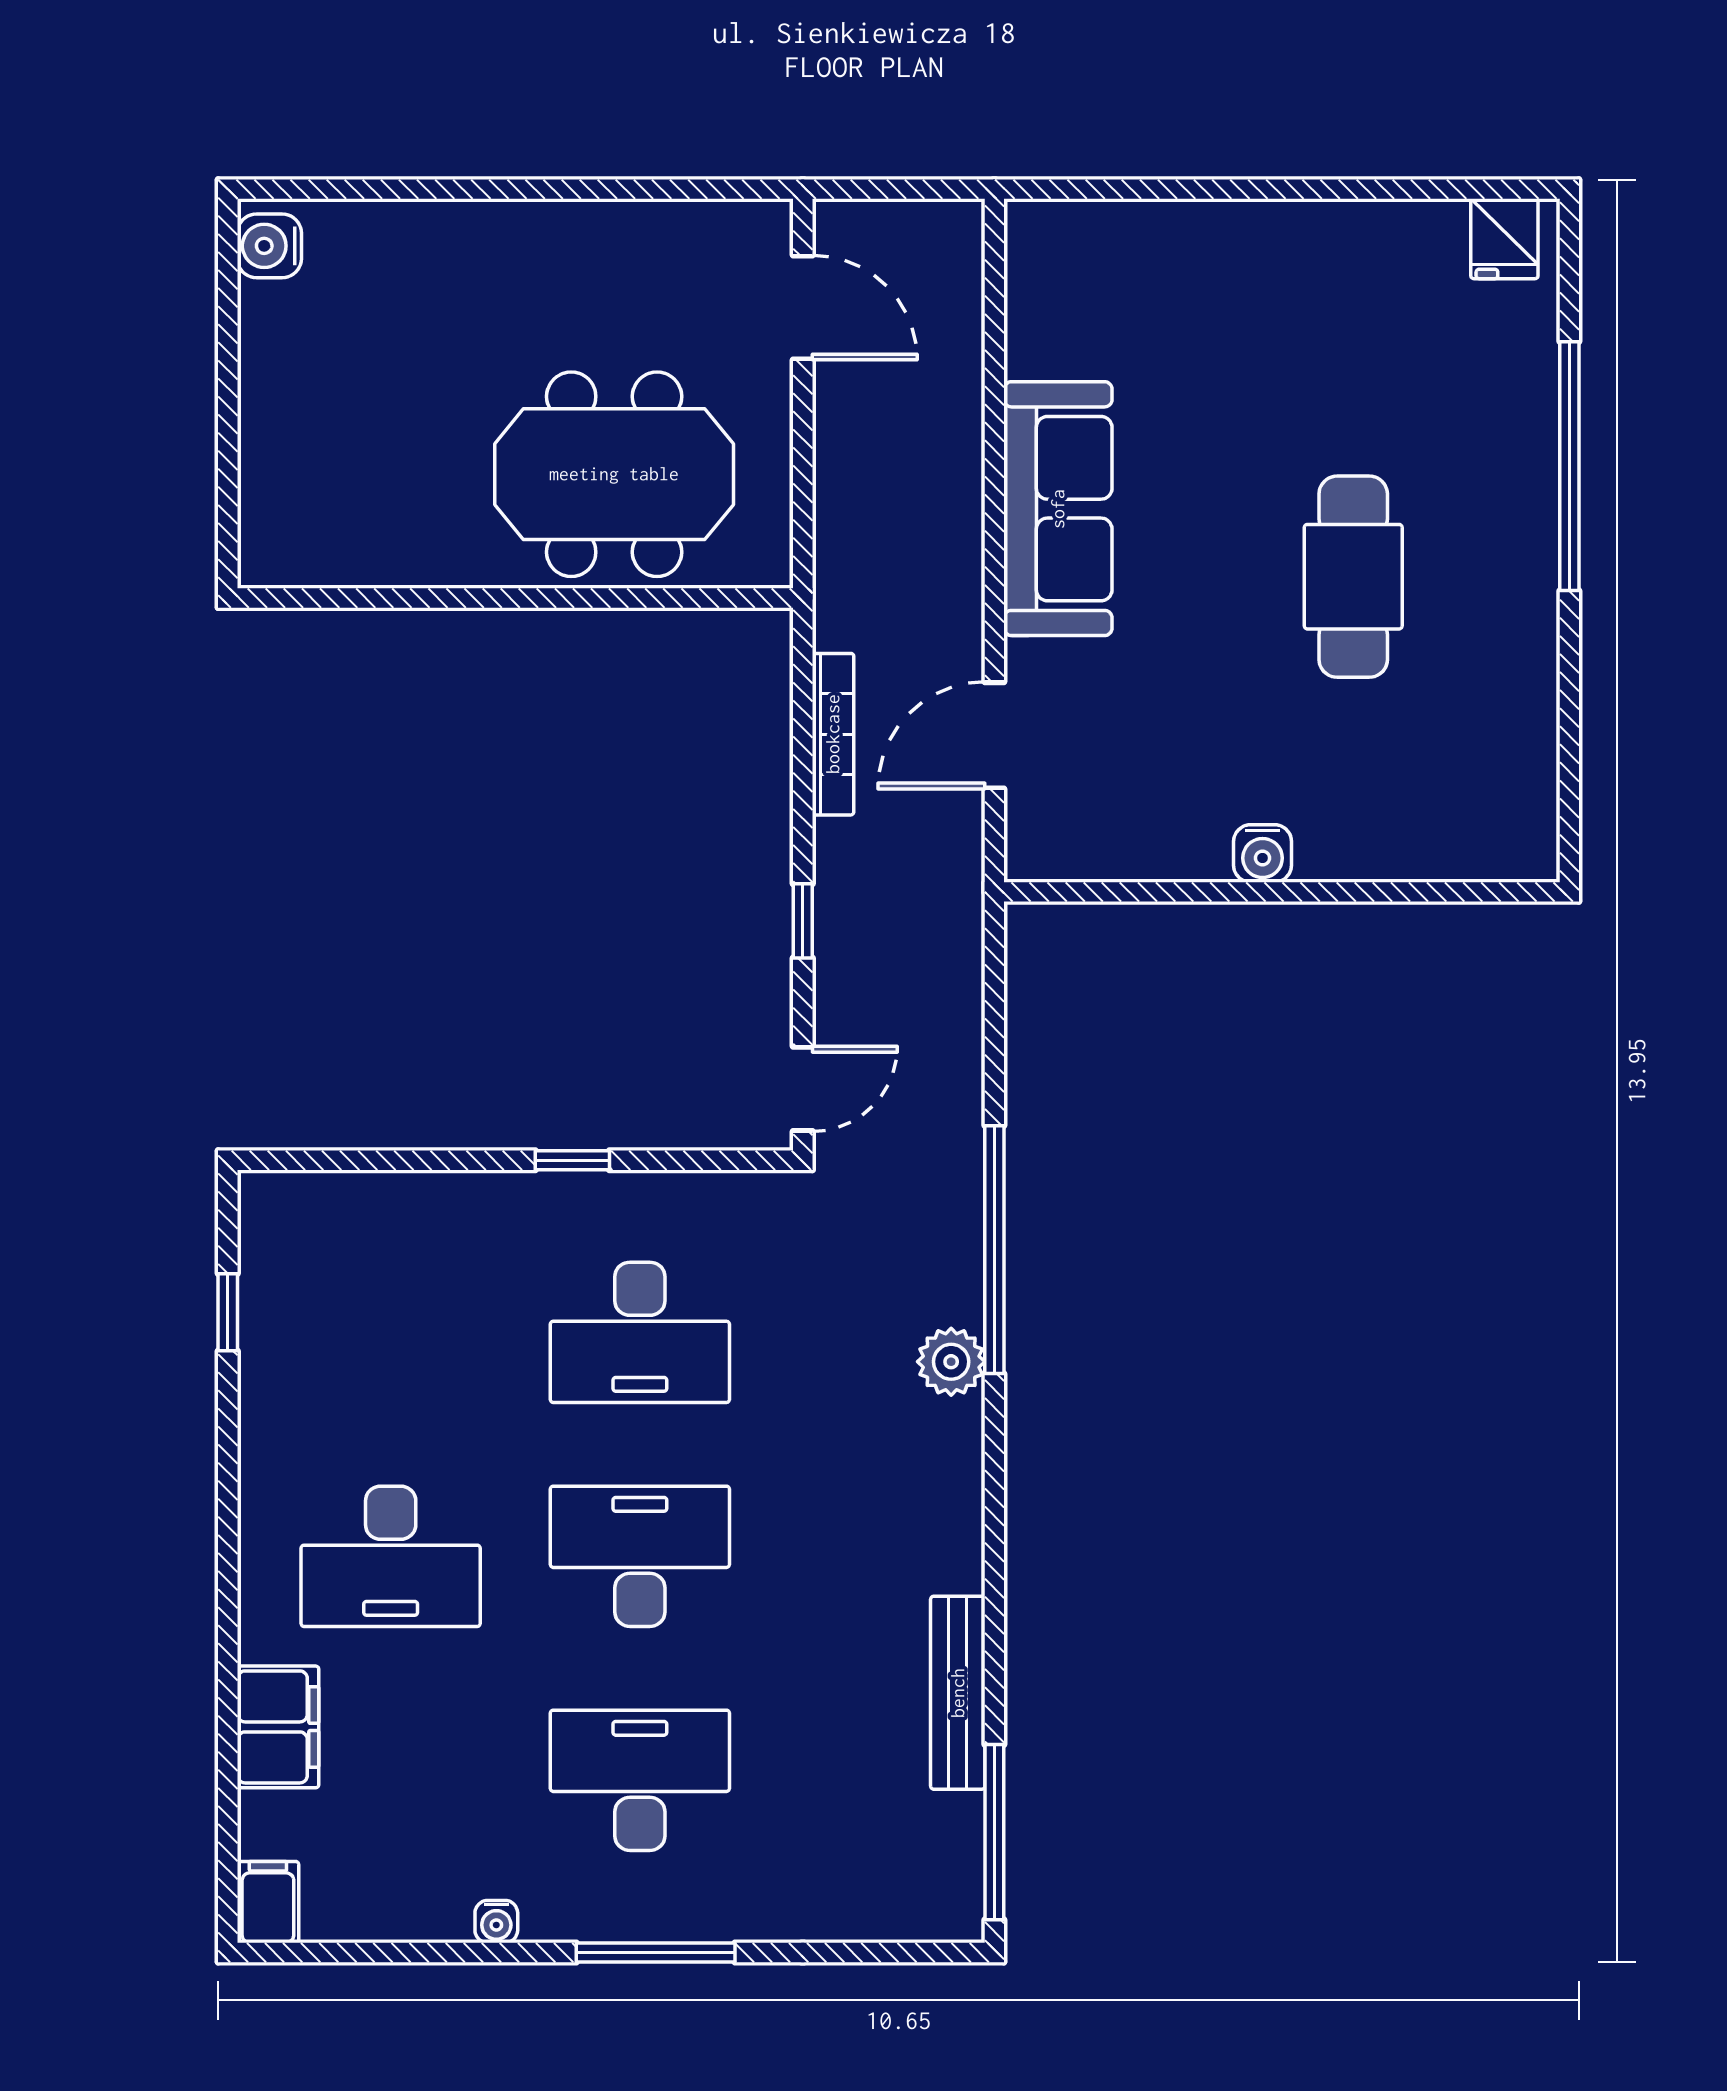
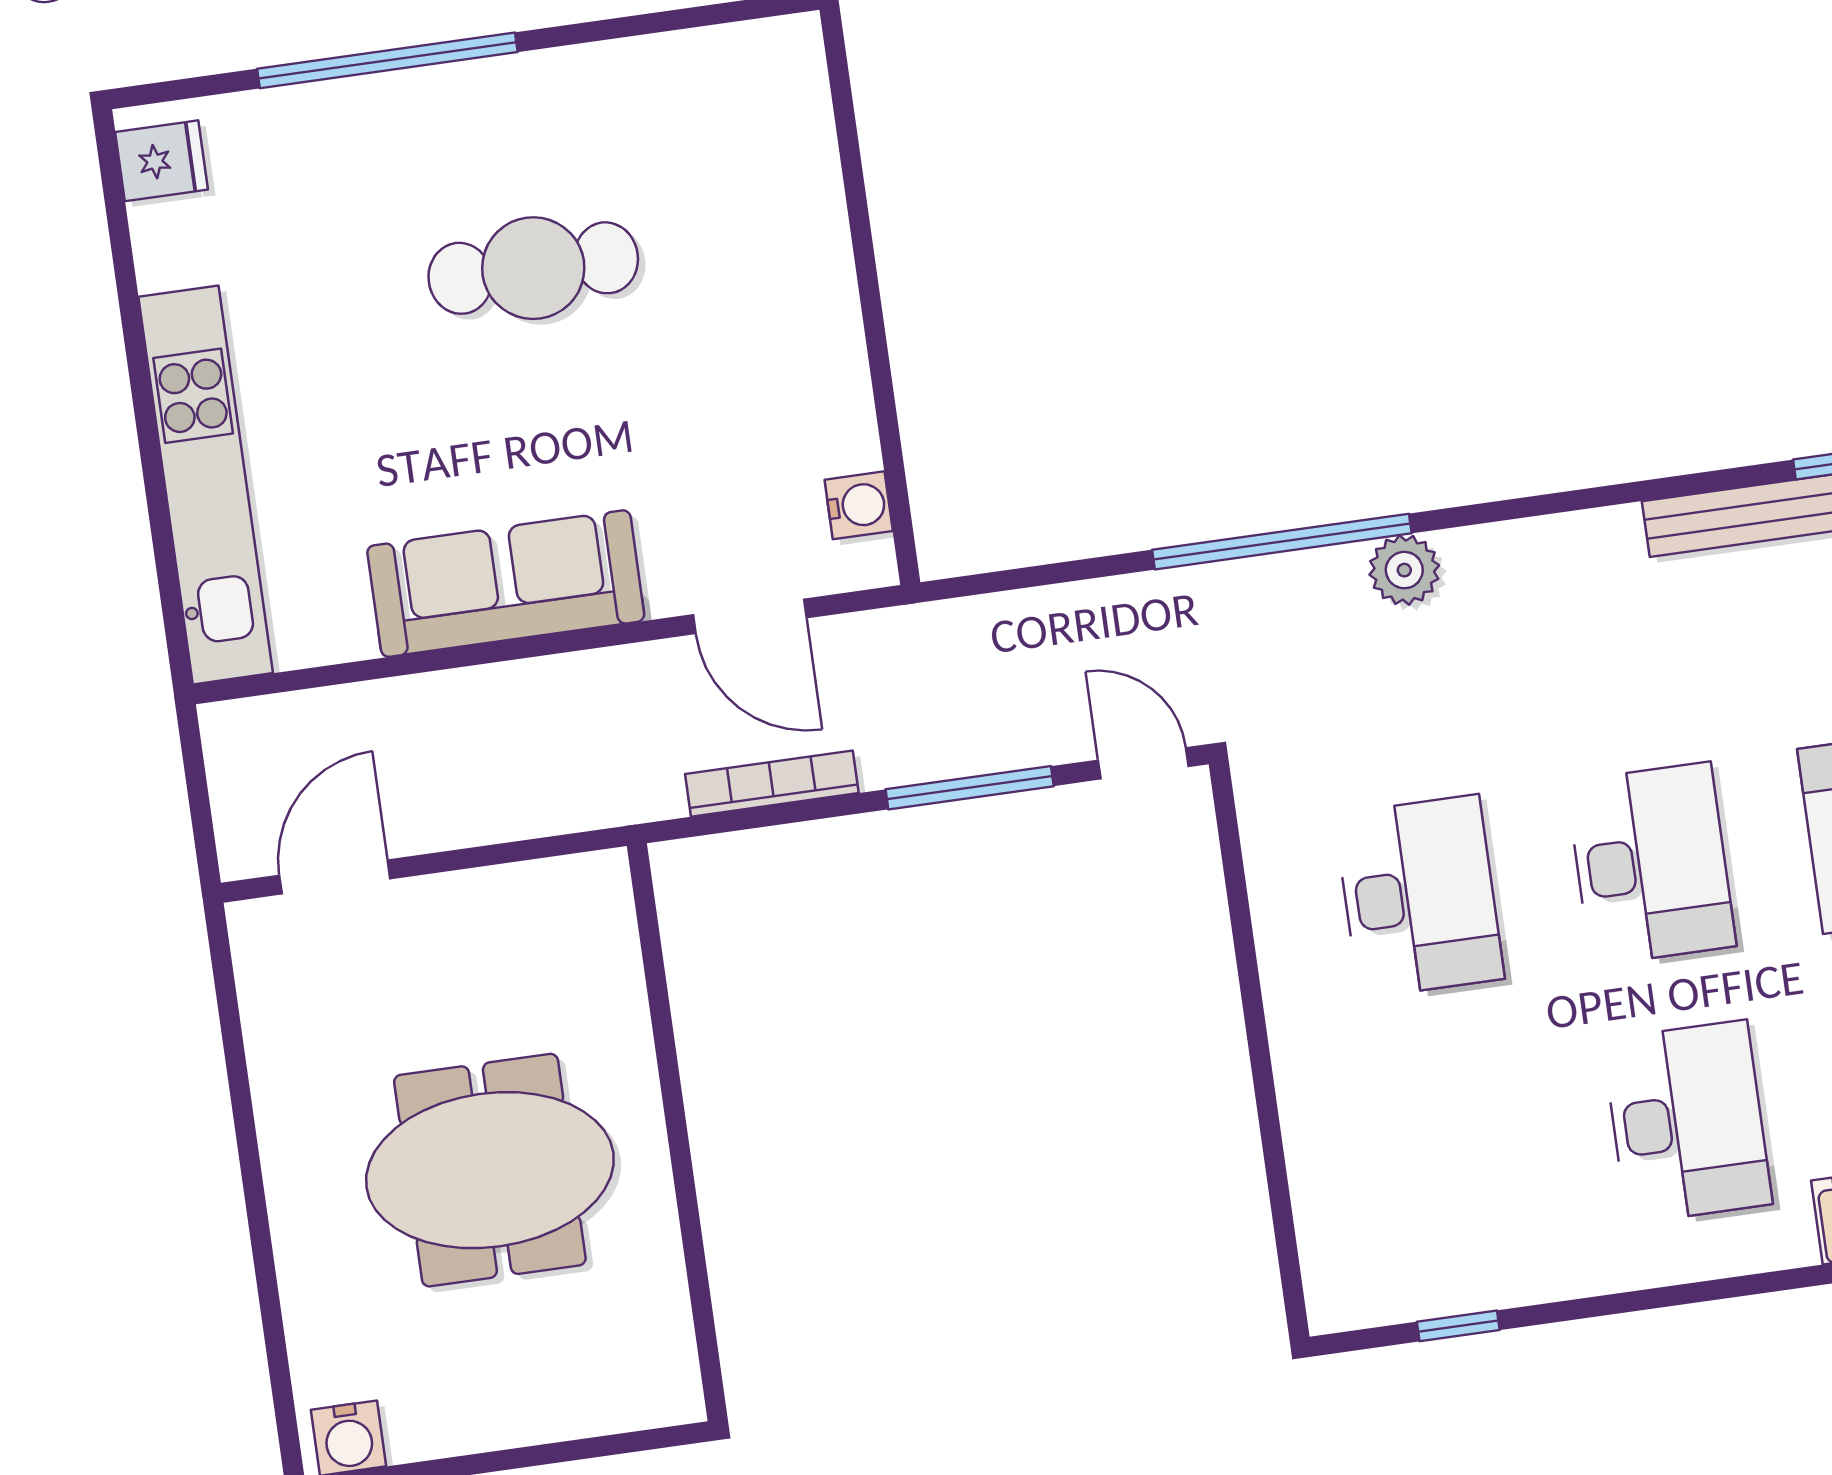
kitchen unit: (1191, 237) -> (206, 485), added
meeting table: (614, 474) -> (490, 1170), moved, turned 90
water cooler: (1263, 853) -> (859, 505), moved
window: (803, 921) -> (970, 788), width x2.17
window: (572, 1160) -> (1251, 991), removed
desk: (640, 1556) -> (1651, 864), turned 180

